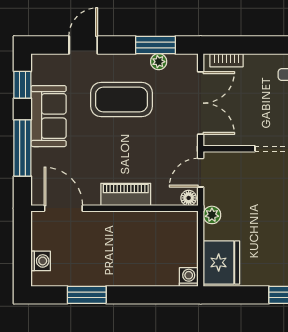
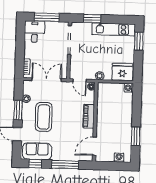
window: (156, 45) -> (18, 110), moved
sofa: (49, 116) -> (37, 151), moved

